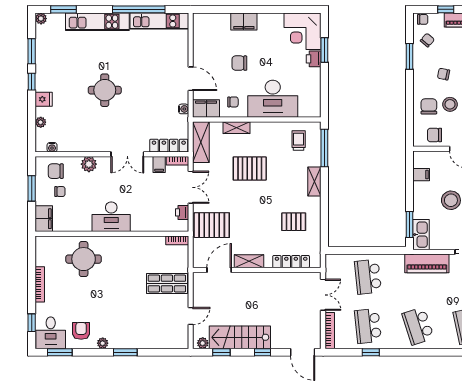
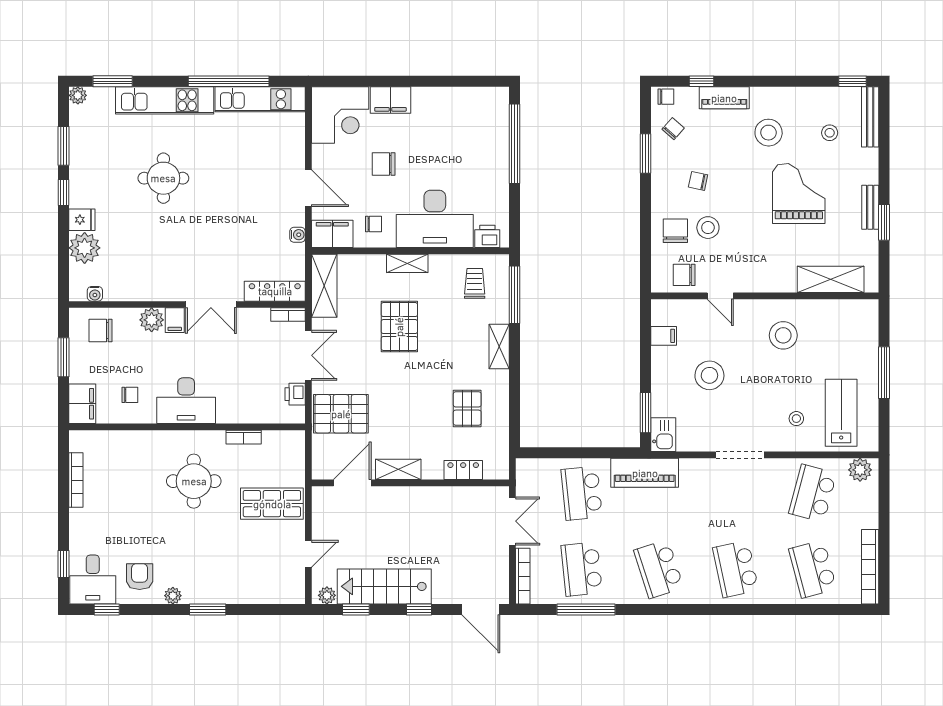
corner desk: (302, 31) -> (340, 115), moved, turned -90
window: (324, 50) -> (515, 144), width x2.11
printer: (314, 59) -> (487, 236), moved, turned 90
round table: (105, 90) -> (163, 178), moved
plant: (41, 122) -> (85, 248), width x1.88, depth x1.88
shelving: (237, 128) -> (407, 263), moved
filing cabinet: (159, 164) -> (175, 320), moved
pallet: (250, 169) -> (399, 327), turned 90
chair: (60, 192) -> (130, 395), moved
pallet: (294, 222) -> (467, 409), turned 90
kitchen sink: (421, 235) -> (663, 435), width x0.73
bookcase: (177, 240) -> (244, 437), moved
round table: (84, 259) -> (194, 481), moved
locker: (291, 262) -> (463, 470), width x0.66
piano: (427, 263) -> (645, 473), moved
bookcase: (40, 284) -> (76, 480), moved
window: (60, 352) -> (107, 610), width x0.67
window: (371, 352) -> (586, 610), width x2.17

